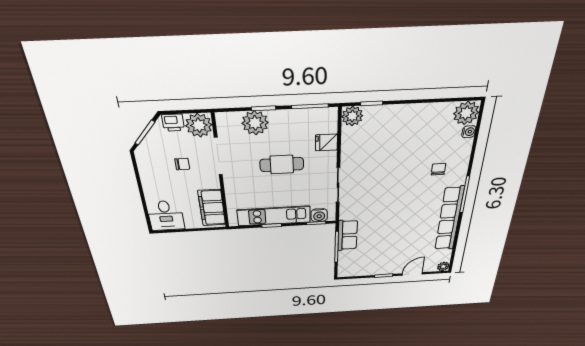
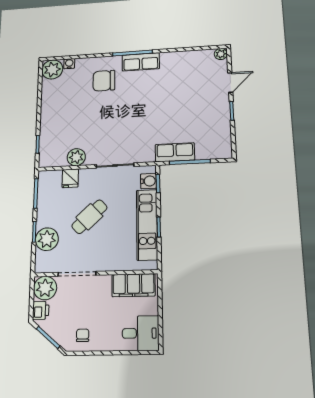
plant: (352, 116) -> (76, 157), moved
chair: (182, 164) -> (83, 335), moved
cafe table: (282, 164) -> (89, 217), turned 47
chair: (438, 169) -> (104, 81), width x1.87, depth x1.87
row of seats: (449, 219) -> (141, 62), width x0.50
door: (412, 274) -> (230, 83), swing flipped

